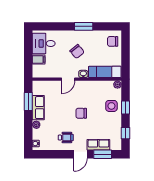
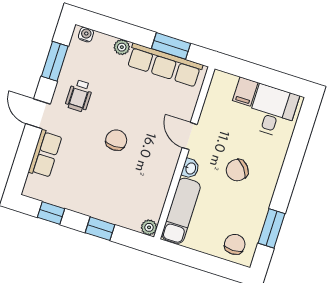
window: (84, 26) -> (272, 228), moved
side table: (111, 106) -> (112, 203), removed
row of seats: (38, 108) -> (165, 65), width x1.48
window: (103, 154) -> (55, 61), moved

